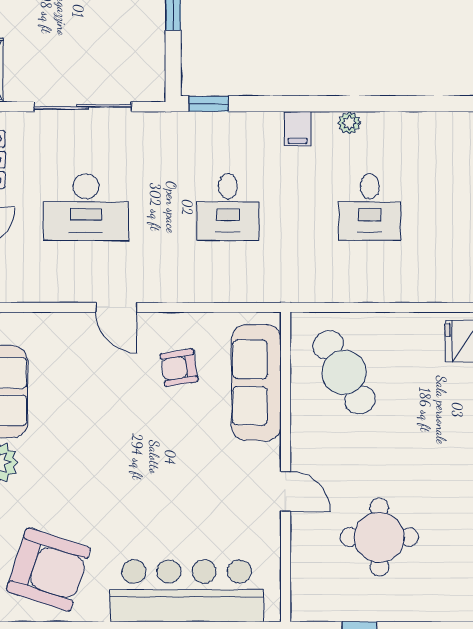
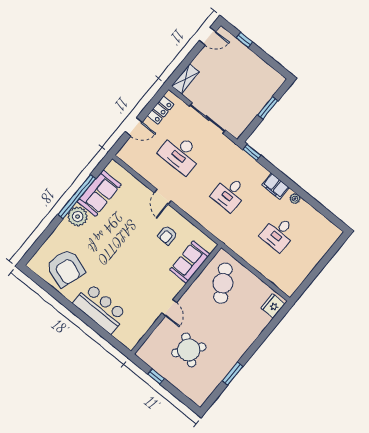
filing cabinet: (298, 129) -> (276, 186), width x2.00
armchair: (179, 368) -> (167, 235), turned -80
sofa: (256, 383) -> (190, 262), width x0.73
round table: (379, 537) -> (189, 350), turned 38
bar counter: (187, 591) -> (100, 308), width x0.73

